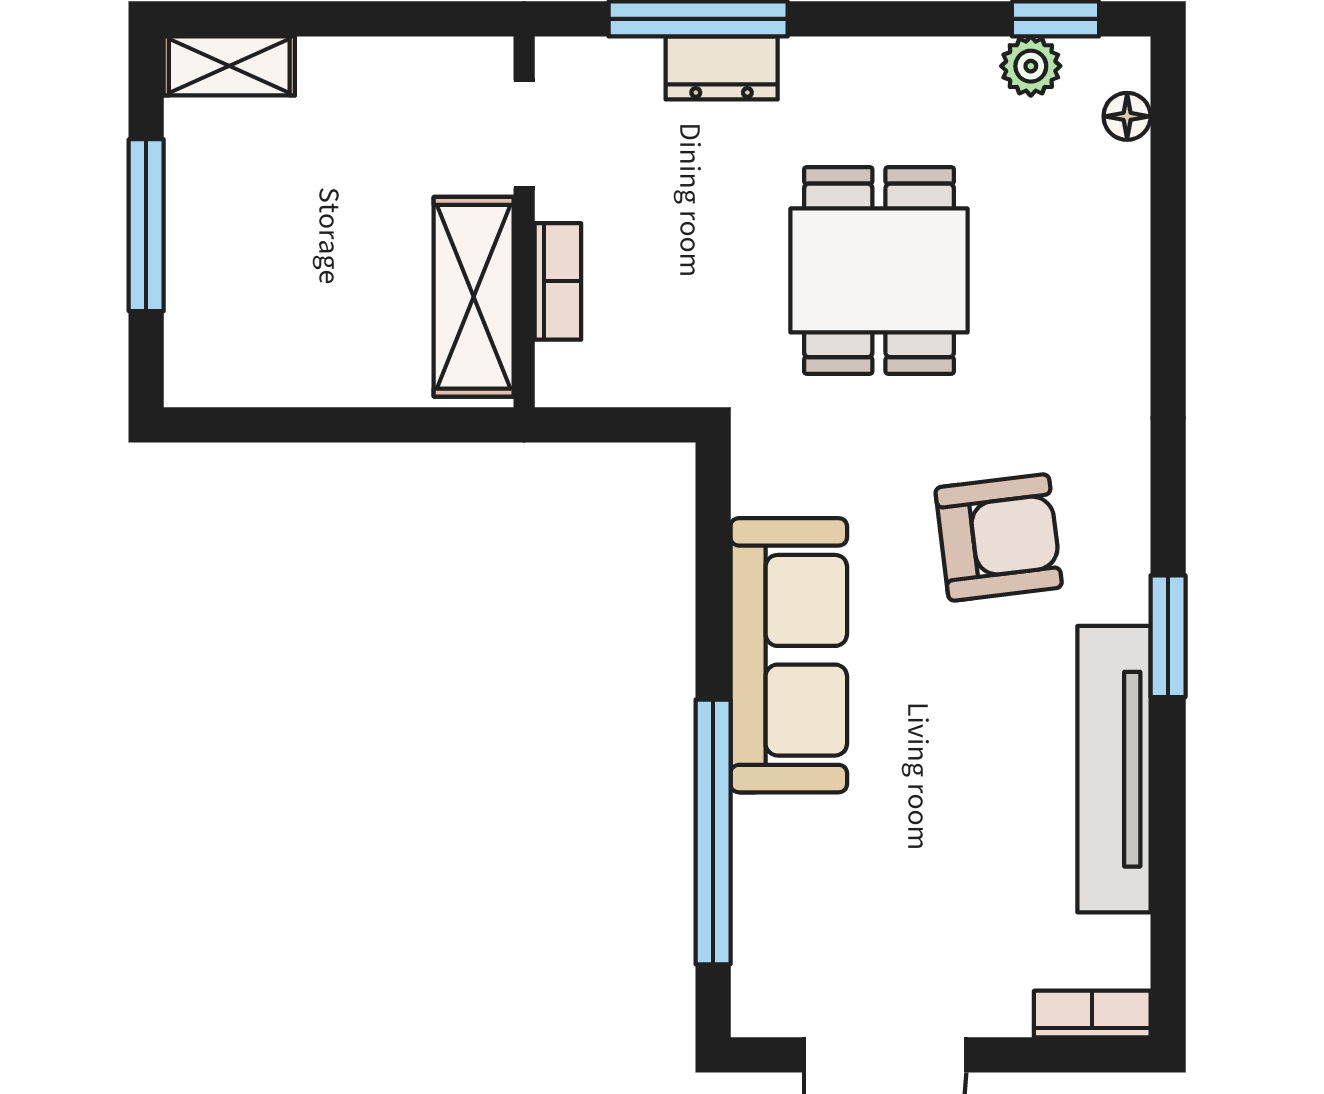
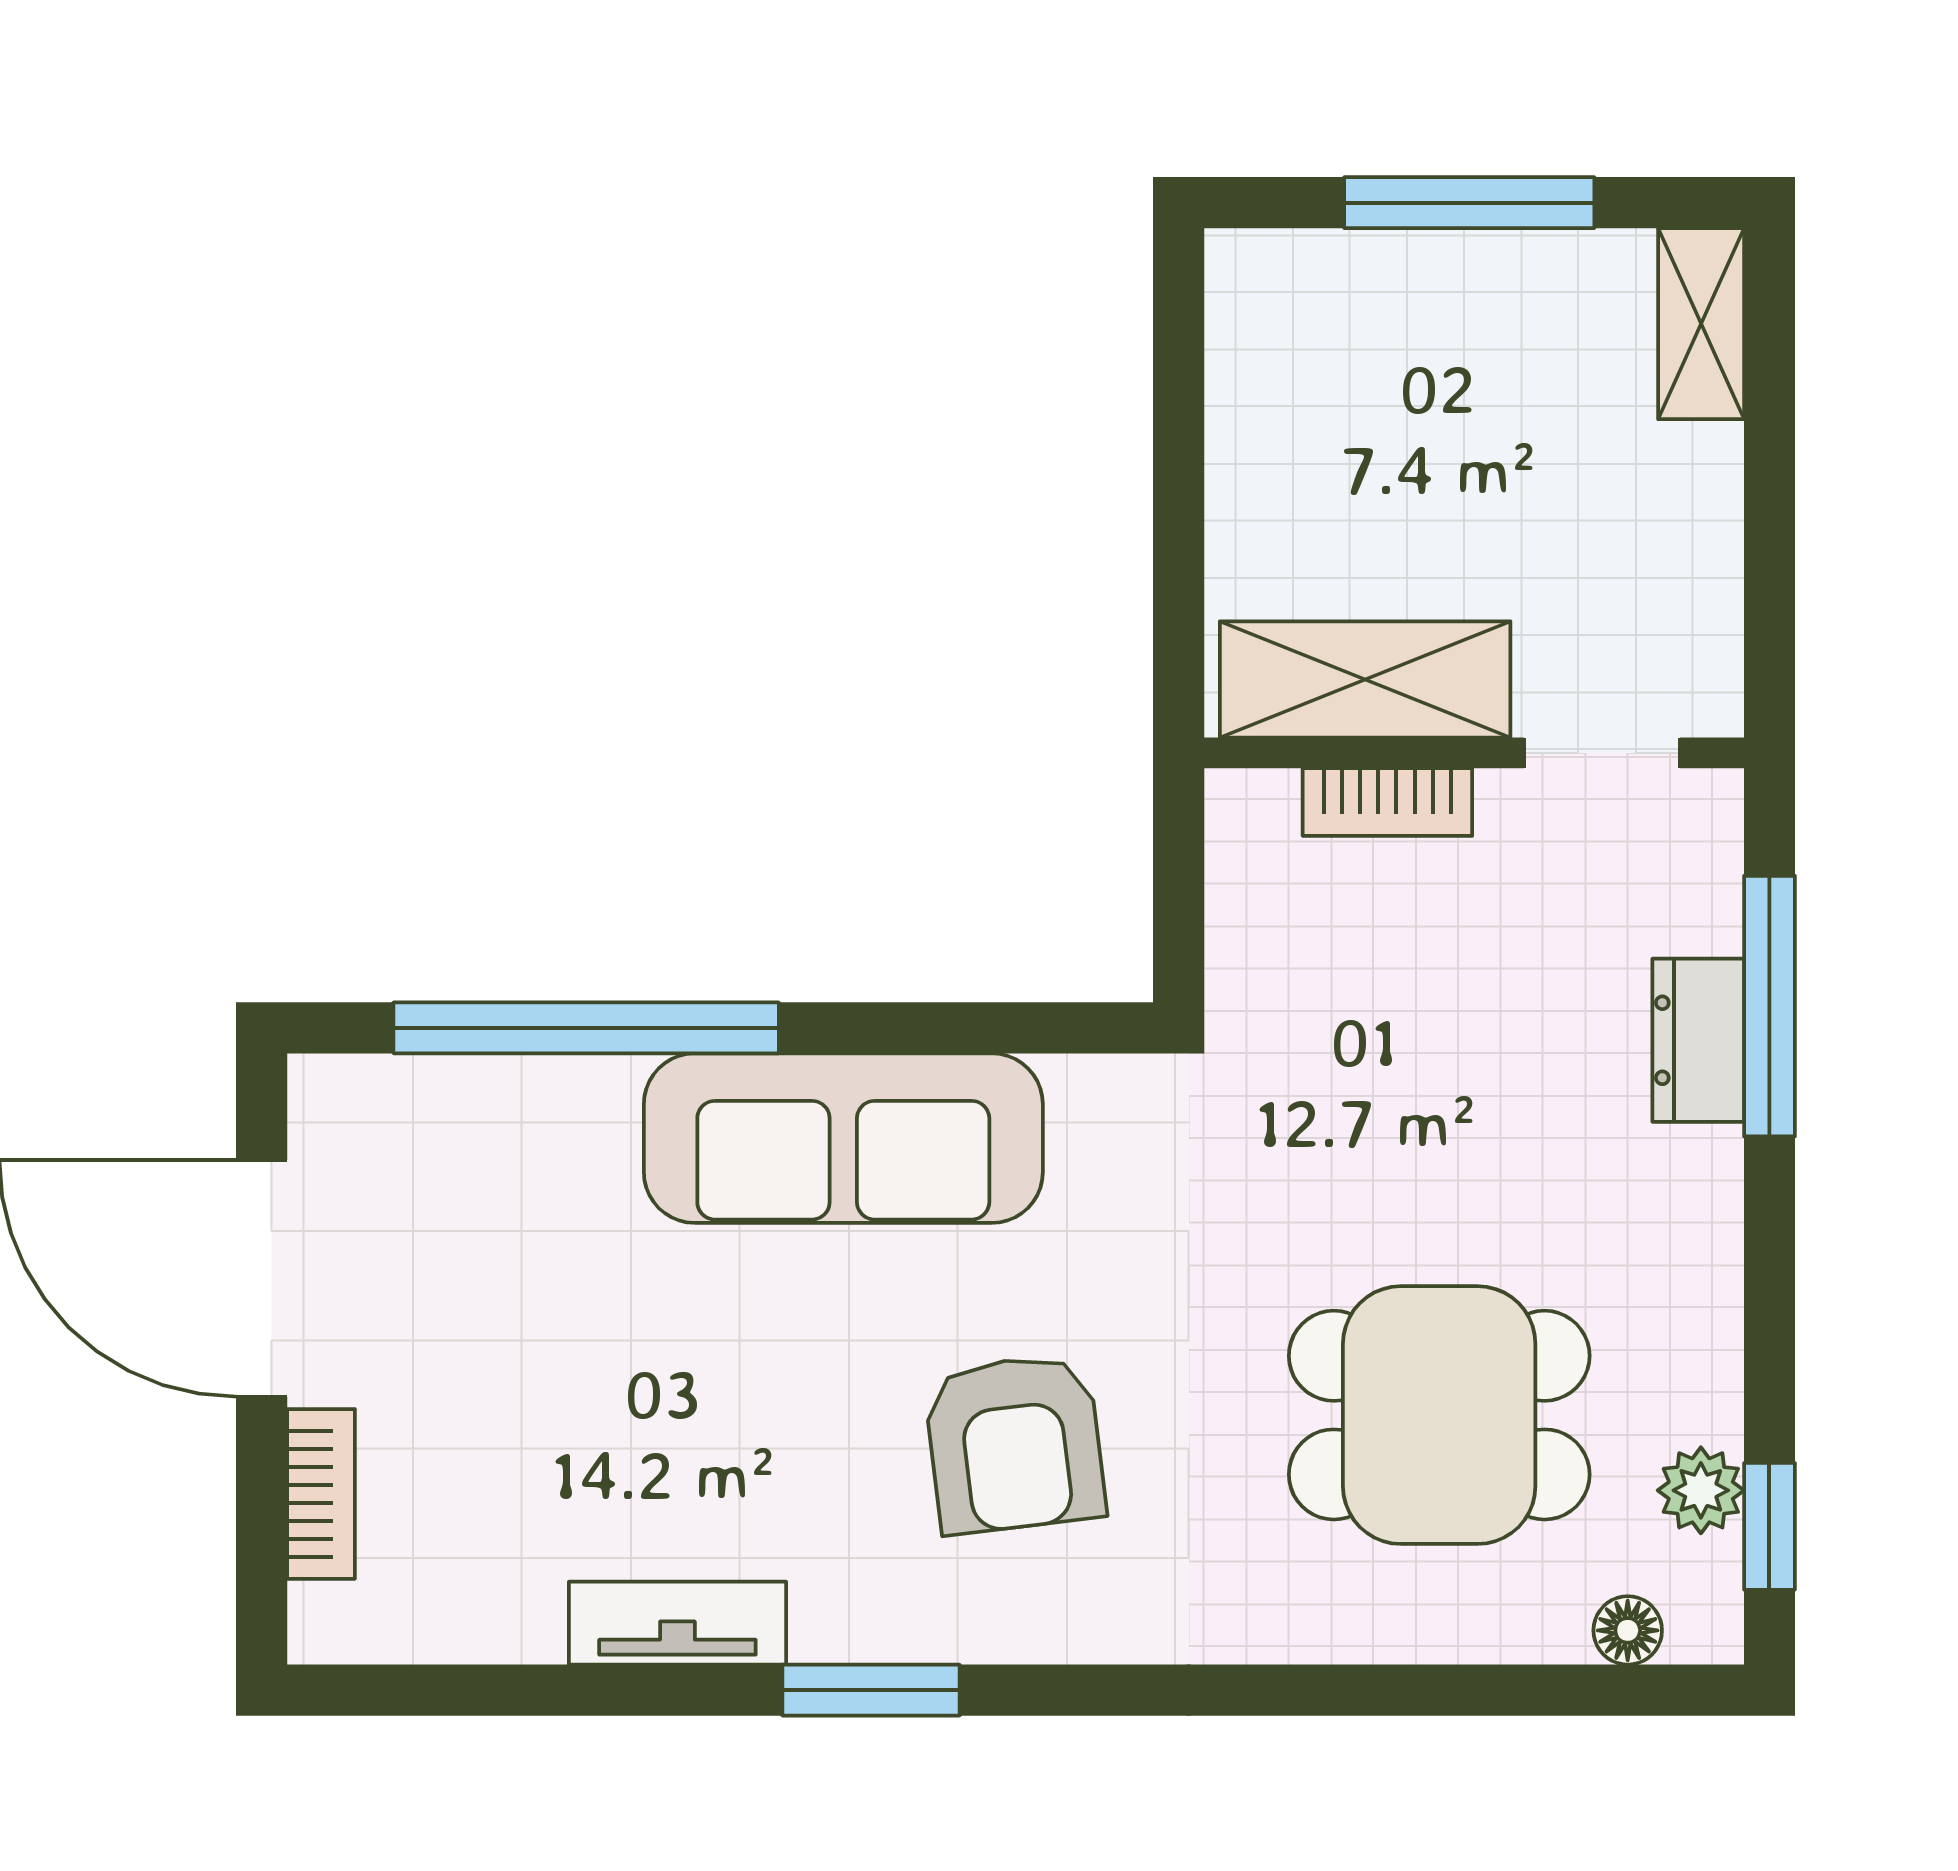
dining table: (879, 270) -> (1439, 1415), moved
tv unit: (1114, 769) -> (677, 1623), width x0.52, depth x0.78
bookcase: (1092, 1014) -> (321, 1494), moved

